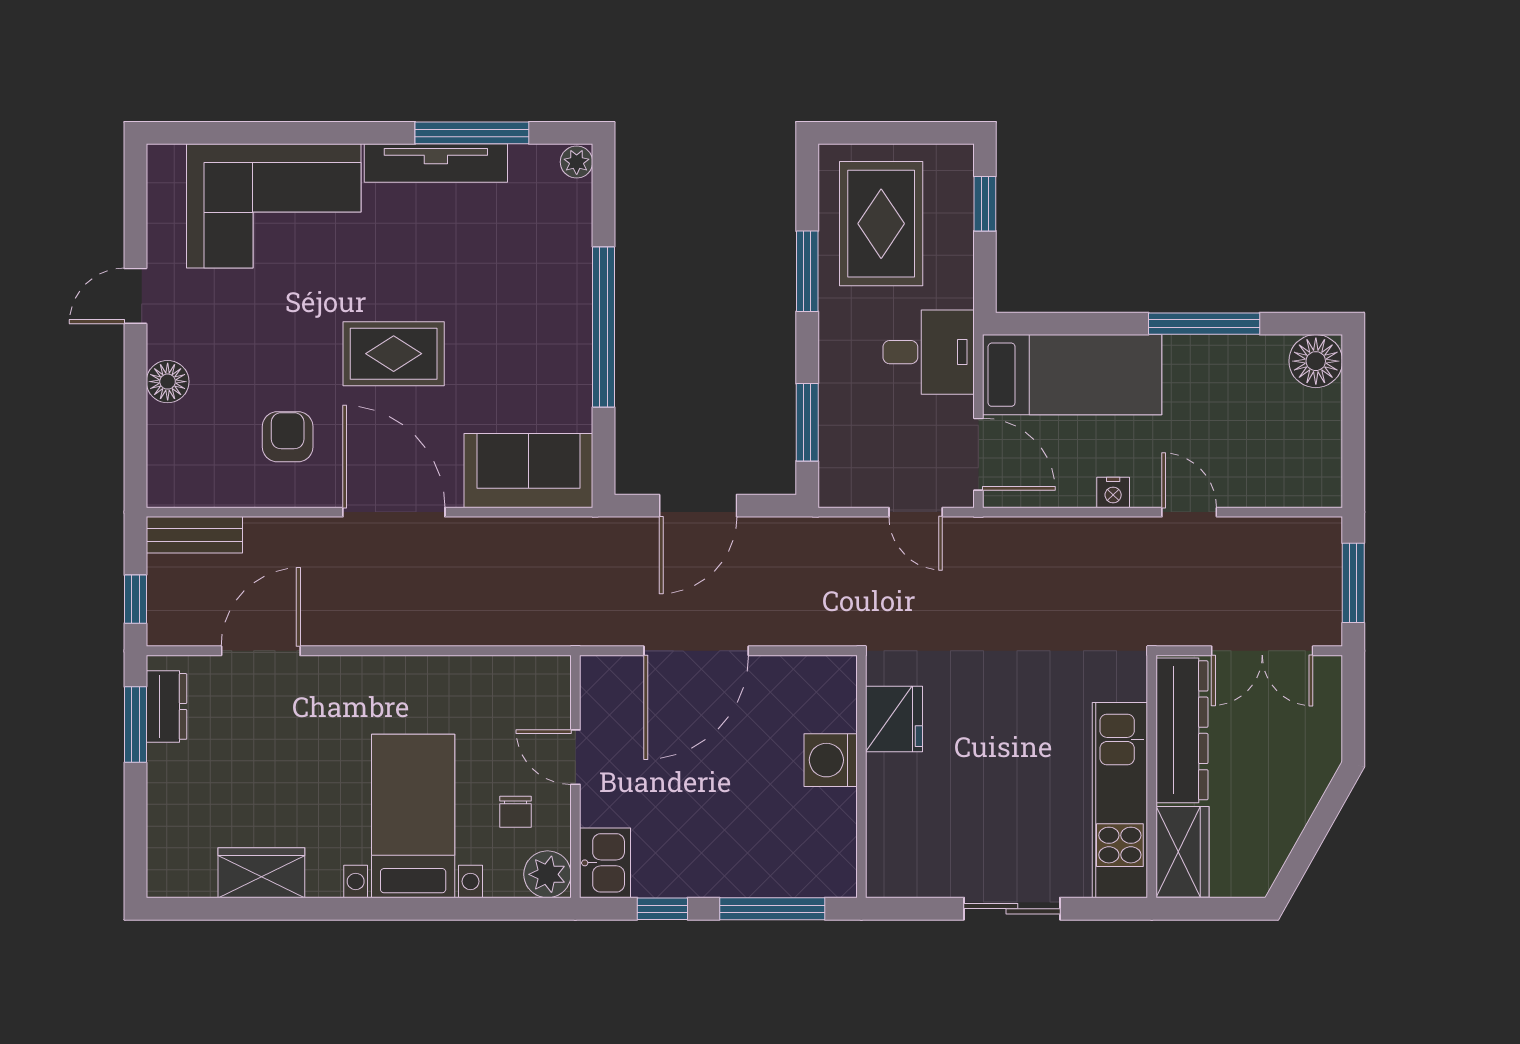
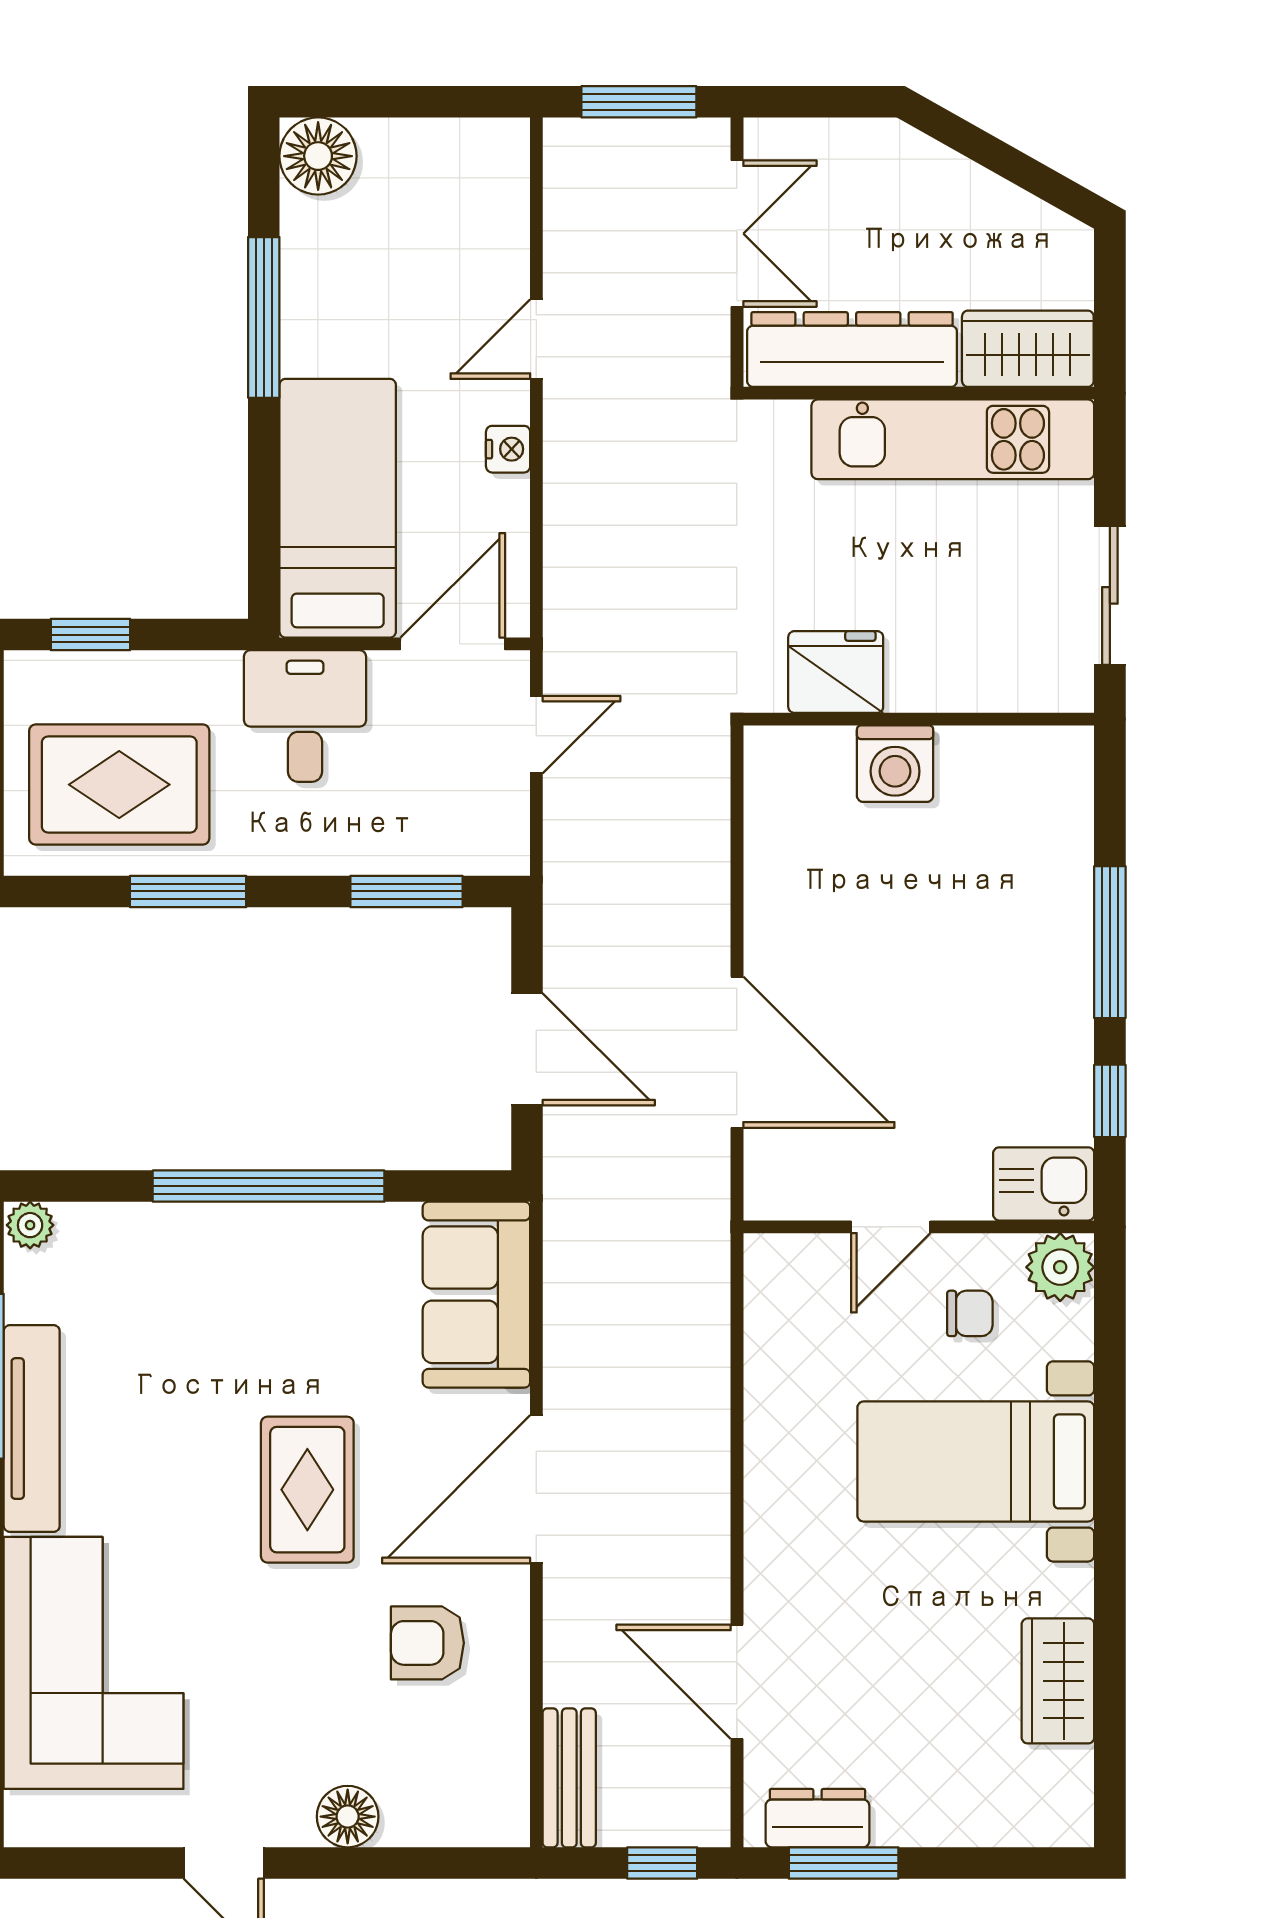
fridge: (894, 719) -> (836, 672), moved
washing machine: (831, 760) -> (895, 764), moved
wall: (861, 776) -> (919, 719), moved

